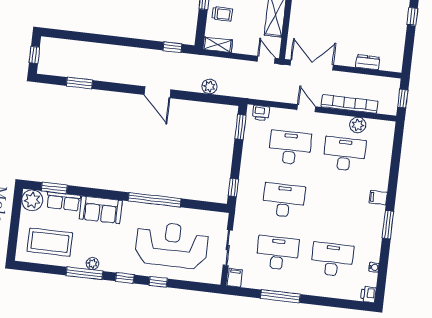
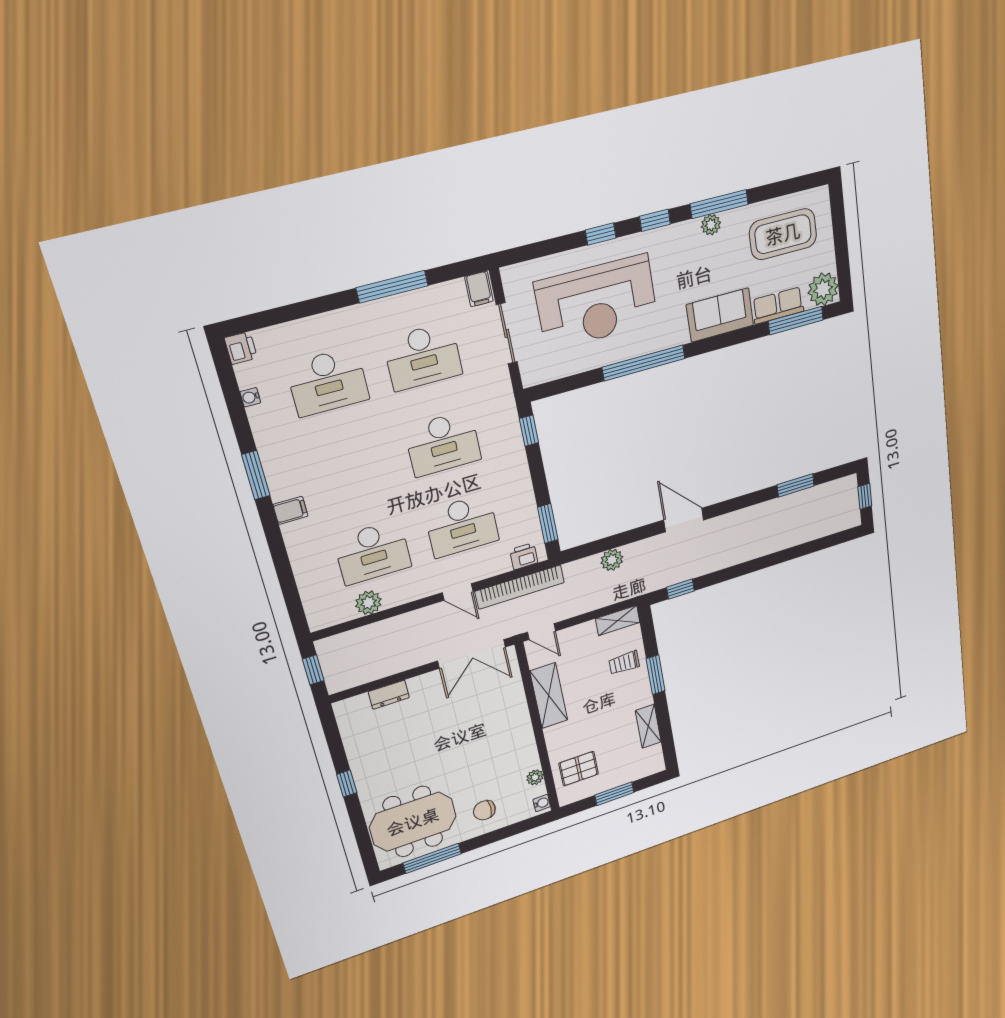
bookcase: (350, 104) -> (520, 587), moved
window: (54, 188) -> (796, 321), width x1.44

